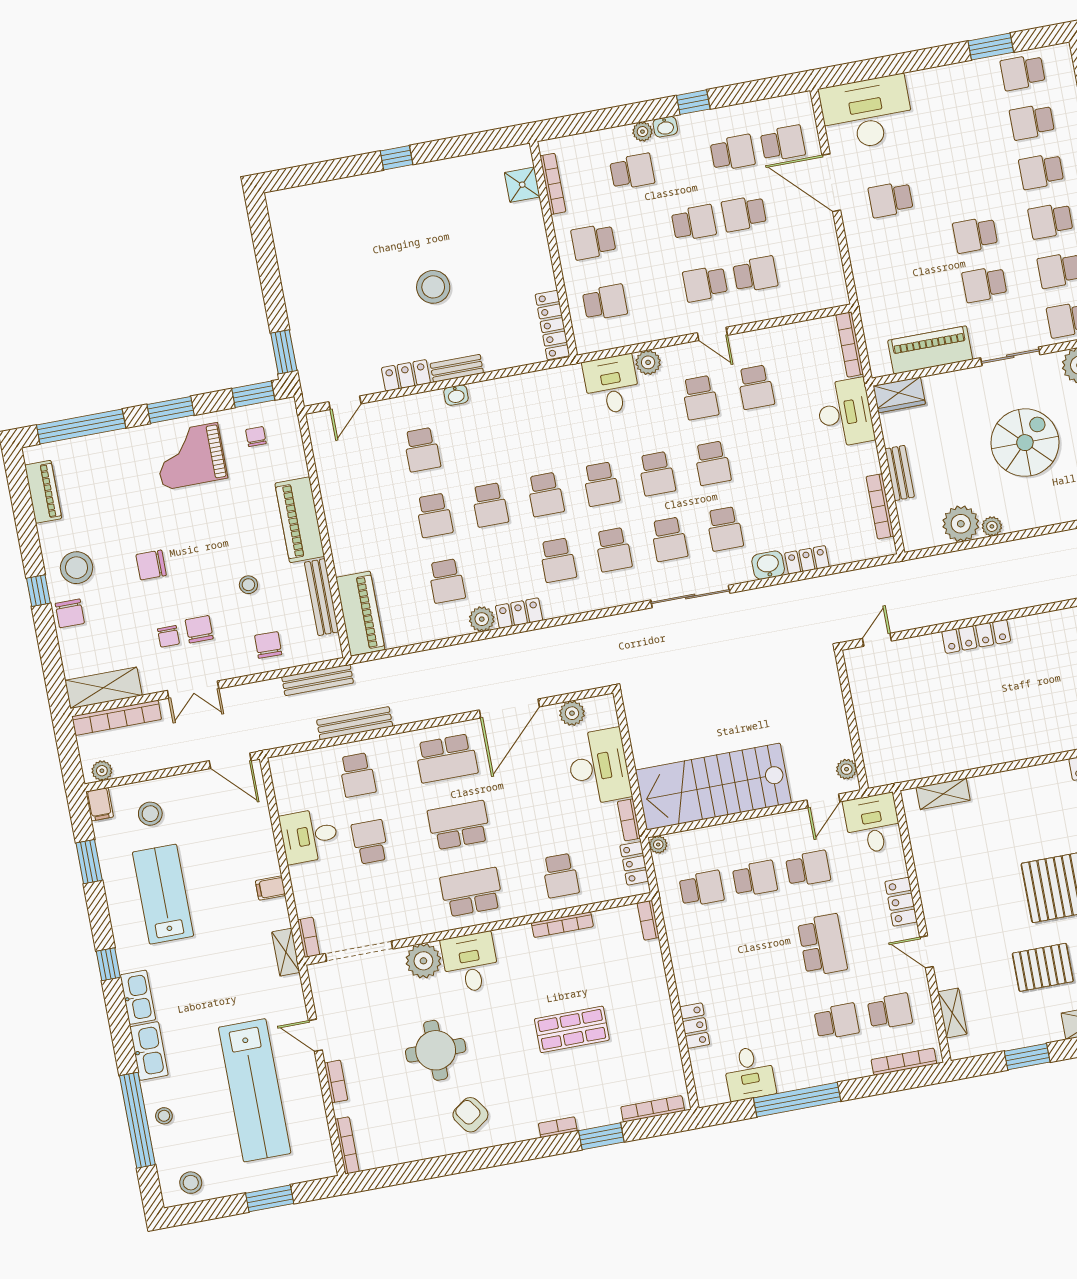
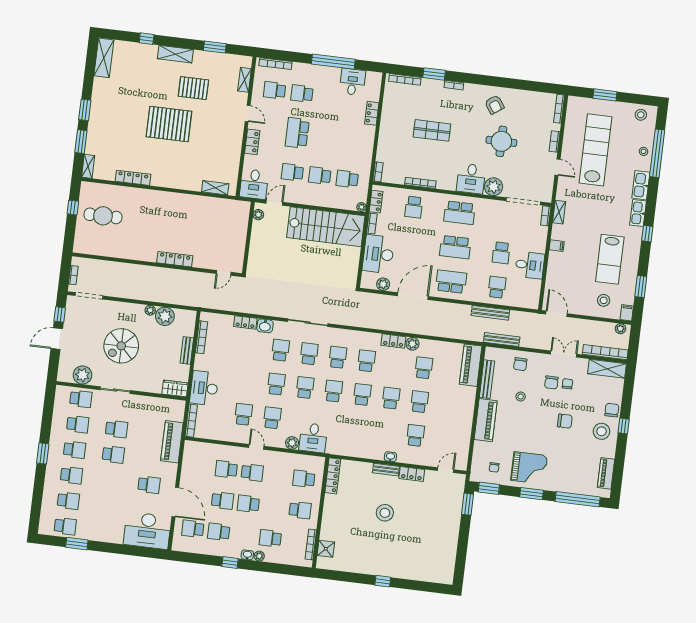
piano: (930, 350) -> (172, 442), moved, turned 90
school desk: (561, 876) -> (414, 207), turned 180

